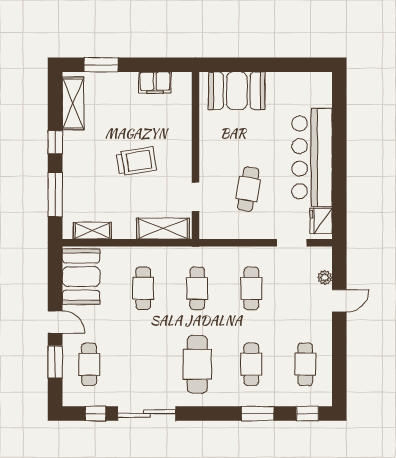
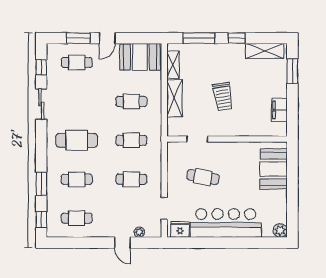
plant: (322, 82) -> (280, 230), added
shelving: (163, 229) -> (174, 98), moved
sliding door: (147, 414) -> (41, 104), width x0.73

